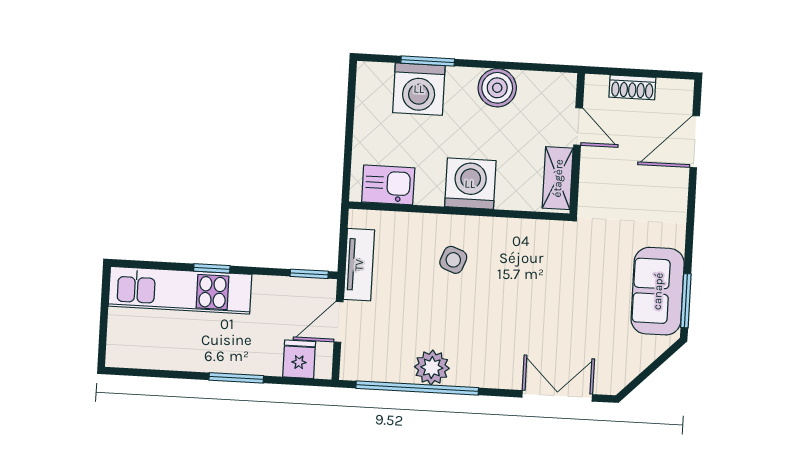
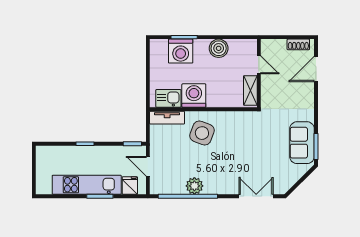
shoe rack: (632, 87) -> (298, 44), moved
washing machine: (470, 184) -> (194, 96), moved
side table: (453, 260) -> (202, 133), width x1.87, depth x1.87
tv unit: (359, 265) -> (167, 118), moved, turned 90
kitchen unit: (180, 290) -> (87, 185), moved, turned 180
door: (339, 322) -> (148, 166), hinge flipped

